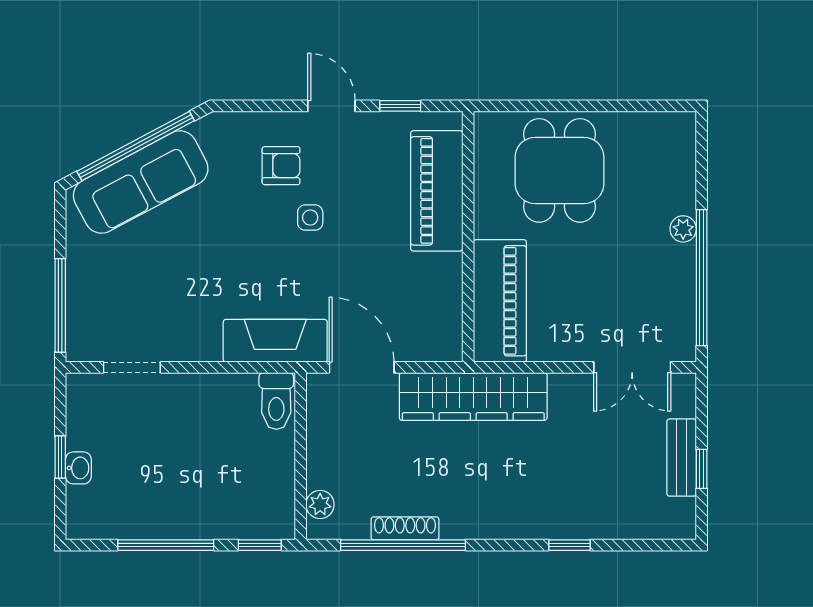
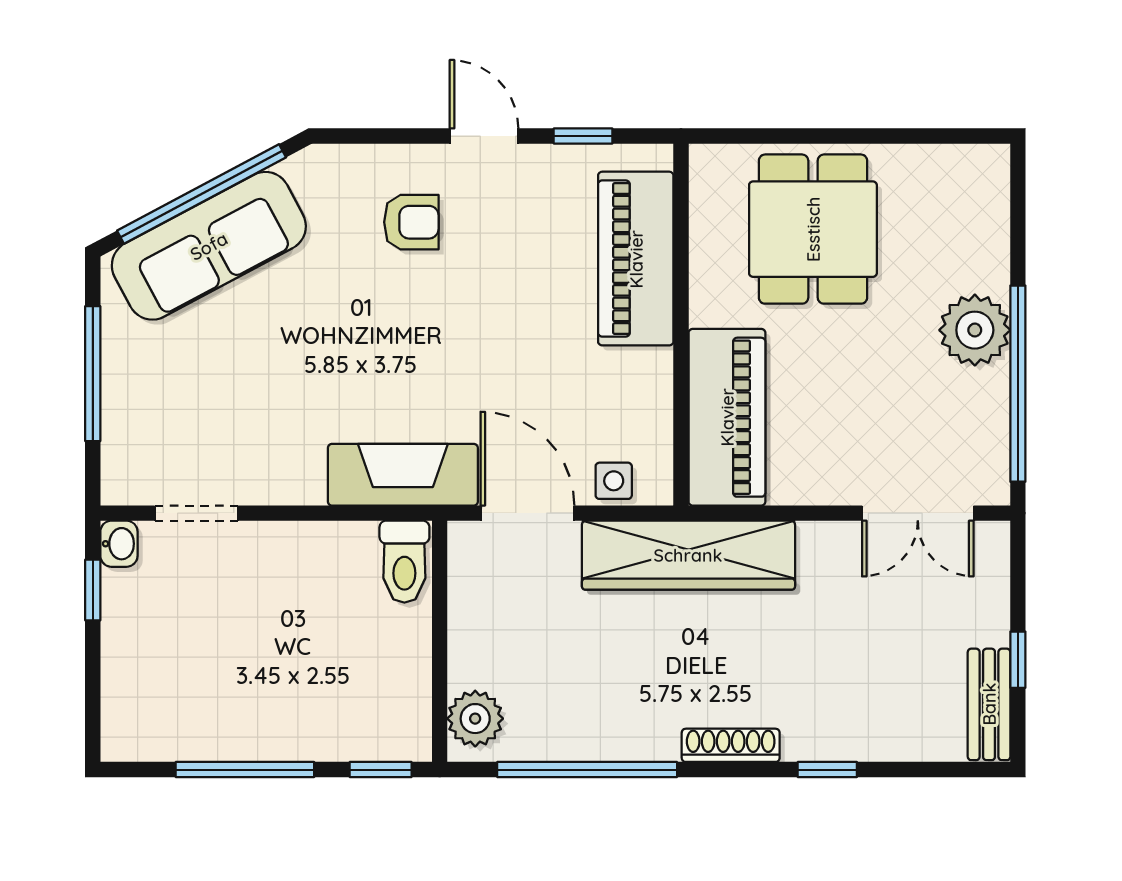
side table: (310, 218) -> (614, 481), moved
plant: (683, 229) -> (975, 330), width x1.88, depth x1.88
window: (60, 305) -> (93, 374), moved
window: (60, 457) -> (93, 590), moved
bench: (682, 458) -> (989, 704), moved
washbasin: (78, 468) -> (119, 544), moved
plant: (320, 504) -> (475, 719), width x1.38, depth x1.38
shoe rack: (405, 528) -> (731, 745), moved

